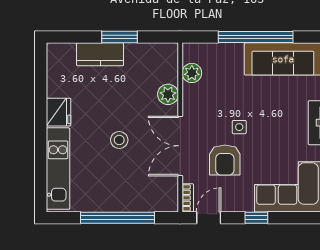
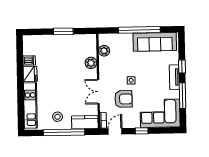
kitchen counter: (100, 54) -> (85, 122), moved, turned 180
dishwasher: (57, 88) -> (29, 61), added
stool: (119, 140) -> (58, 117), moved
double door: (180, 146) -> (98, 92), width x0.73
armchair: (225, 160) -> (123, 99), turned -90

